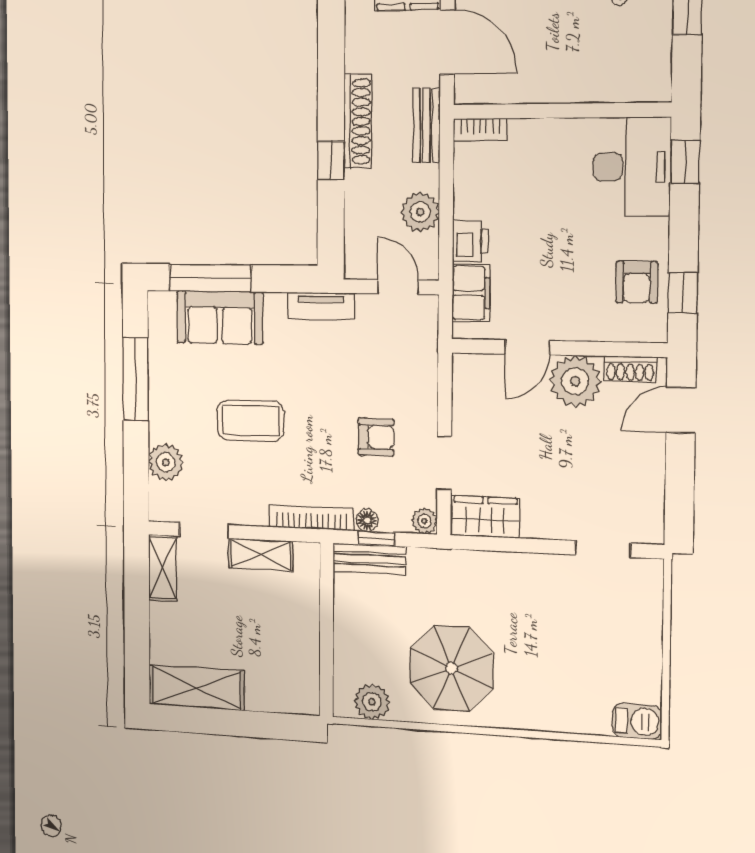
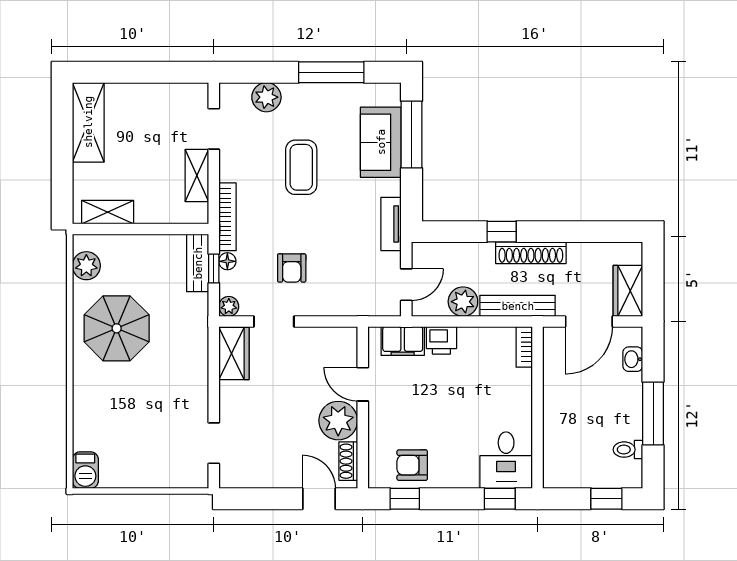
bench: (426, 125) -> (518, 306), width x1.36
desk: (632, 167) -> (506, 460), width x0.73
shelving: (163, 568) -> (108, 212), moved

